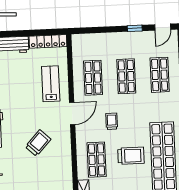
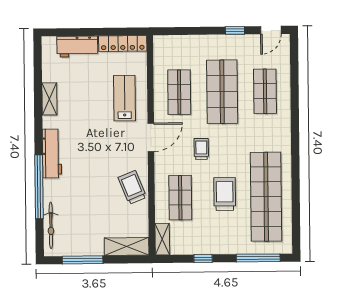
shop shelf: (126, 76) -> (222, 92), width x1.43, depth x1.36
trolley: (38, 143) -> (132, 187), moved, turned -65
trolley: (131, 156) -> (225, 194), turned -90

